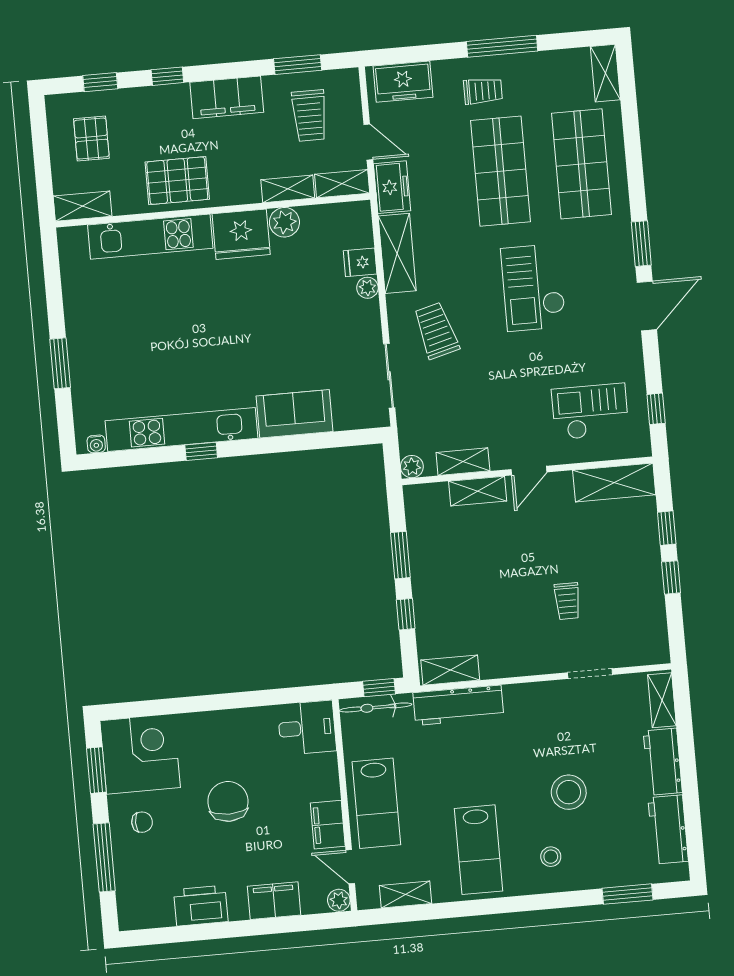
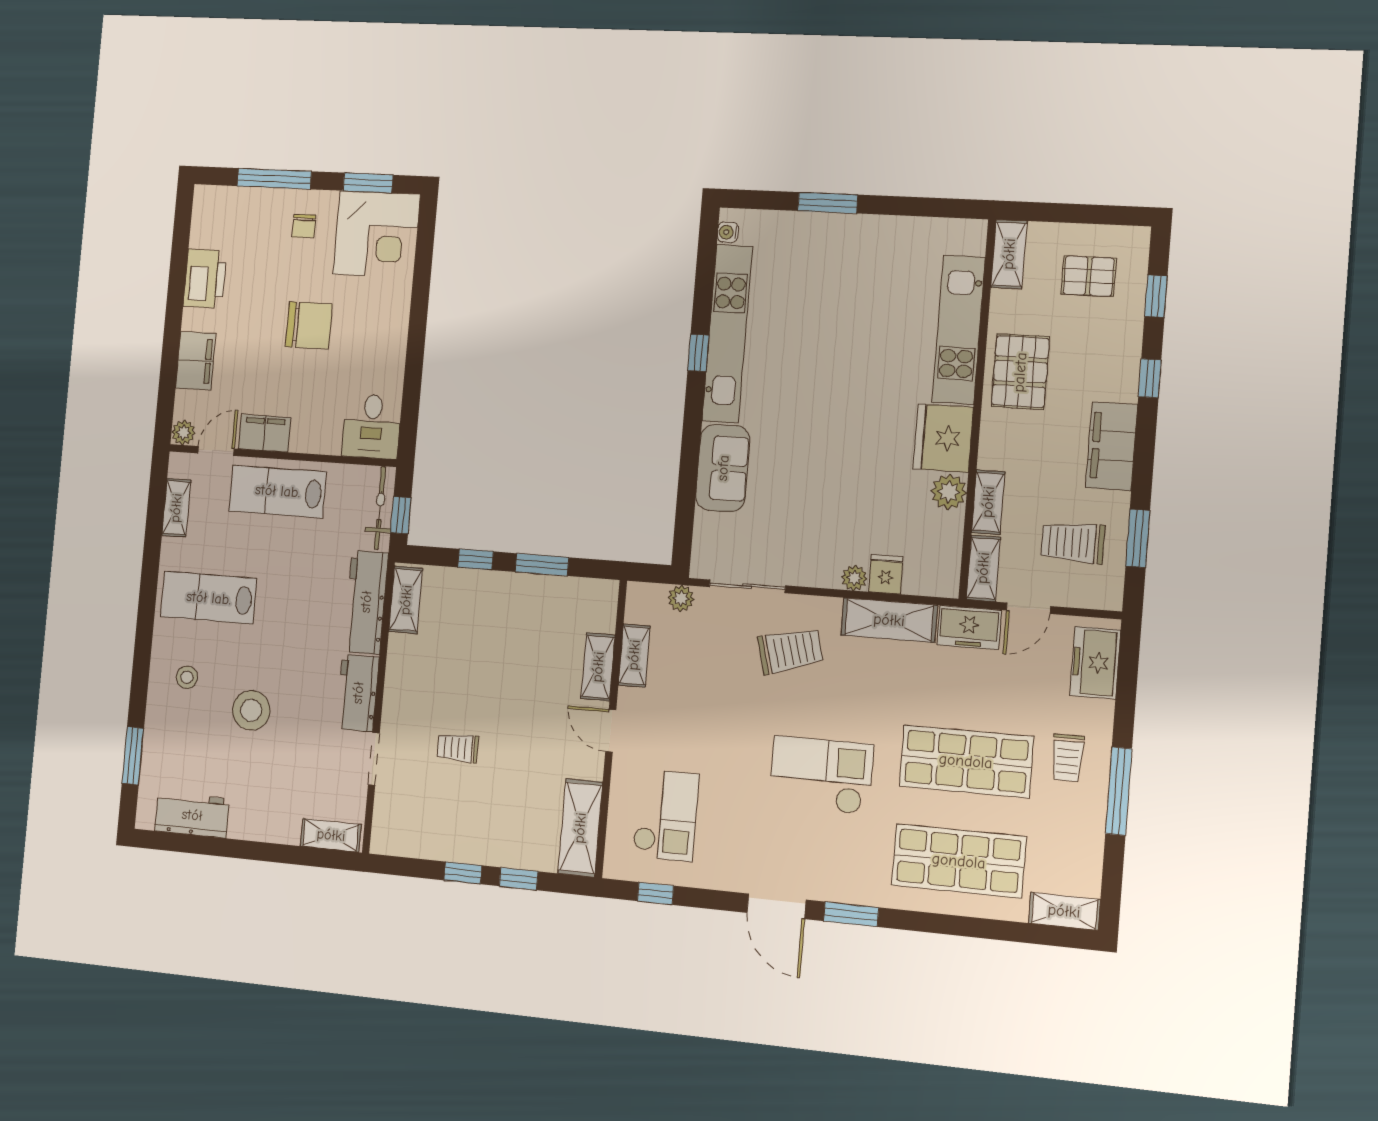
plant: (412, 467) -> (681, 598), moved
workbench: (663, 762) -> (358, 693), moved, turned -90

